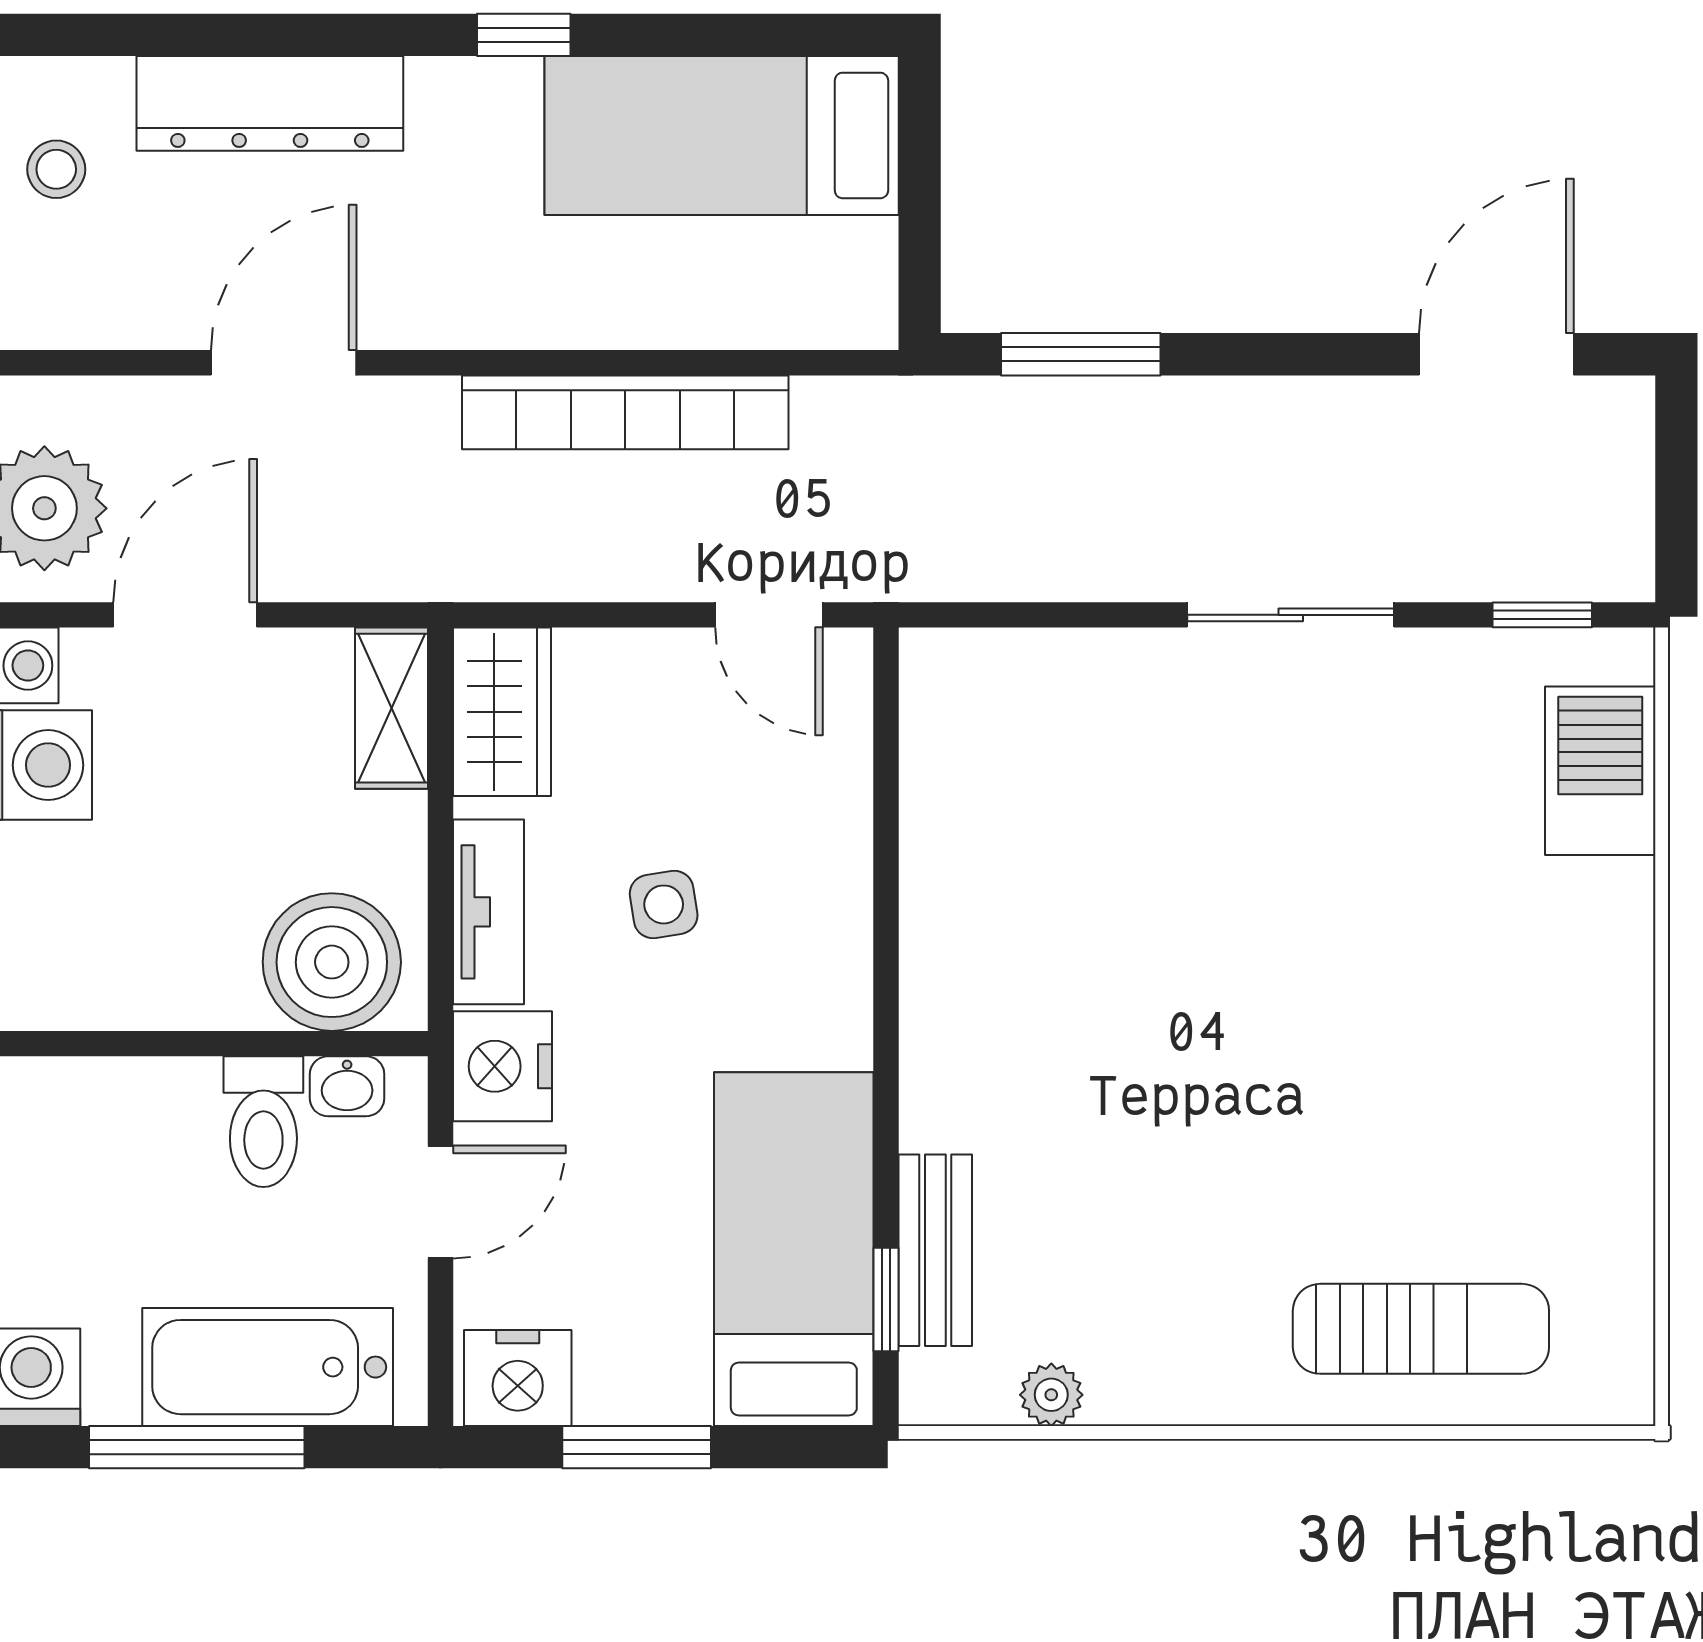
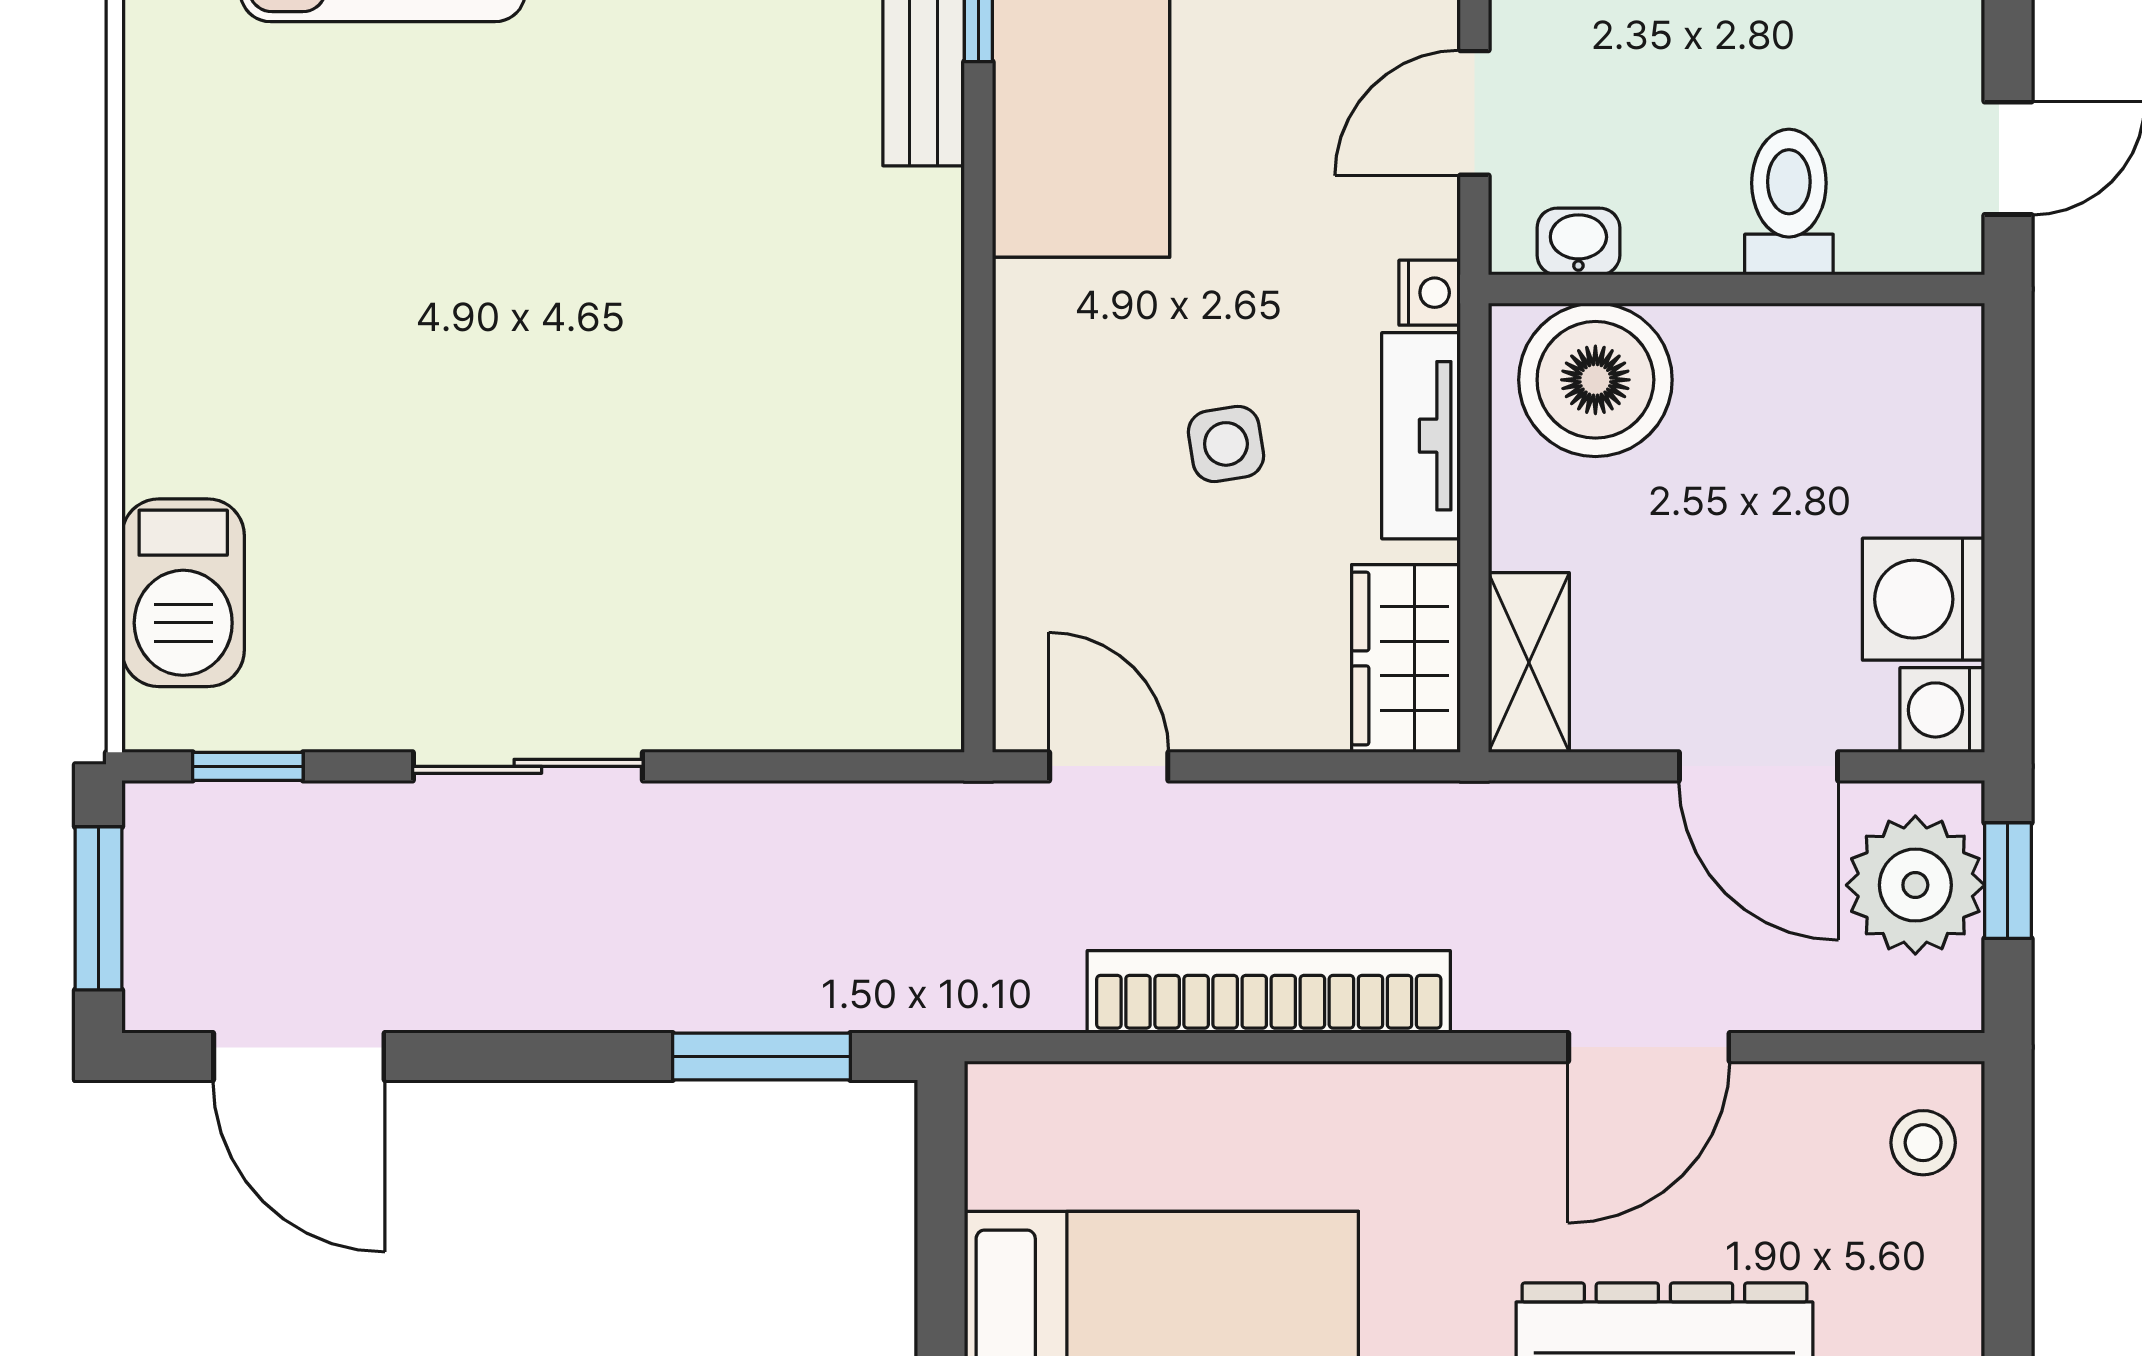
stool: (56, 169) -> (1923, 1143), moved
door: (1496, 354) -> (299, 1056), hinge flipped
window: (1676, 487) -> (99, 908), added
door: (185, 615) -> (1759, 766), hinge flipped
nightstand: (503, 1066) -> (1430, 293), width x0.53, depth x0.56
toilet: (263, 1122) -> (1789, 202), moved

